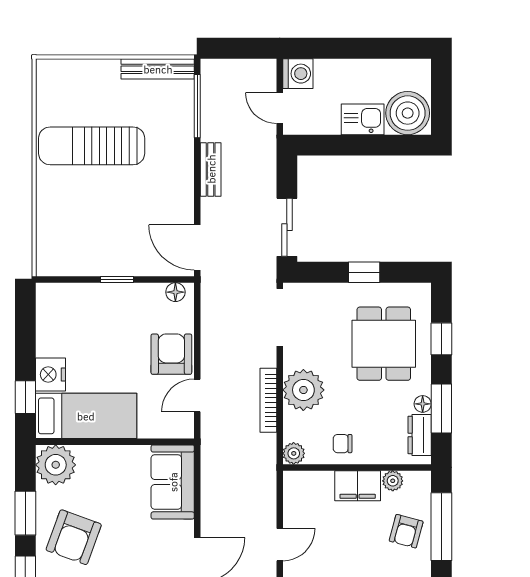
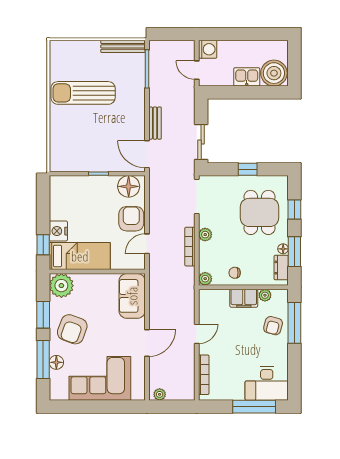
bench: (211, 169) -> (155, 123), moved
floor lamp: (175, 292) -> (129, 186), width x1.89, depth x1.89
plant: (303, 390) -> (205, 235), width x0.53, depth x0.53

